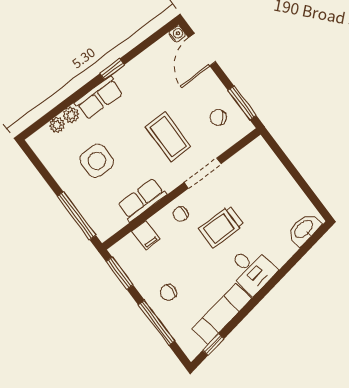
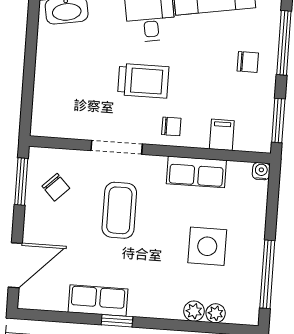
water cooler: (177, 34) -> (261, 171), moved, turned 90
row of seats: (99, 98) -> (98, 301), moved
window: (77, 216) -> (267, 274), moved

